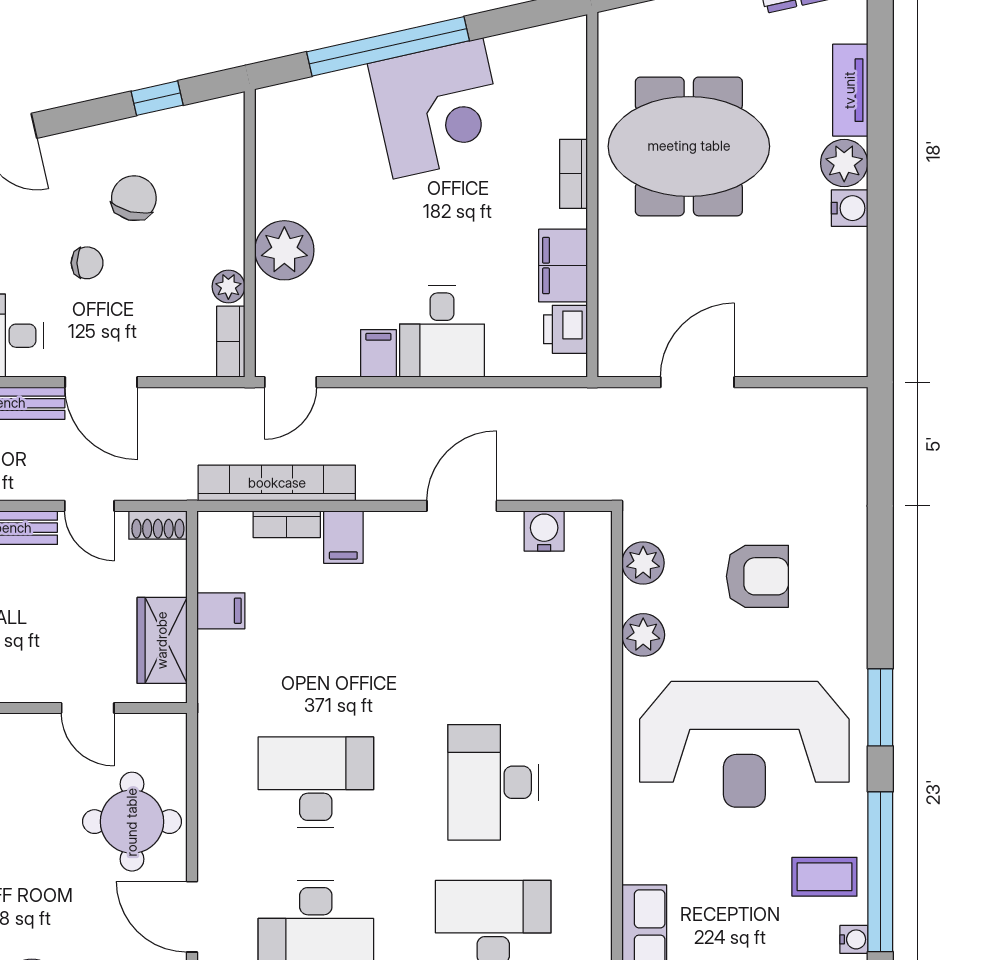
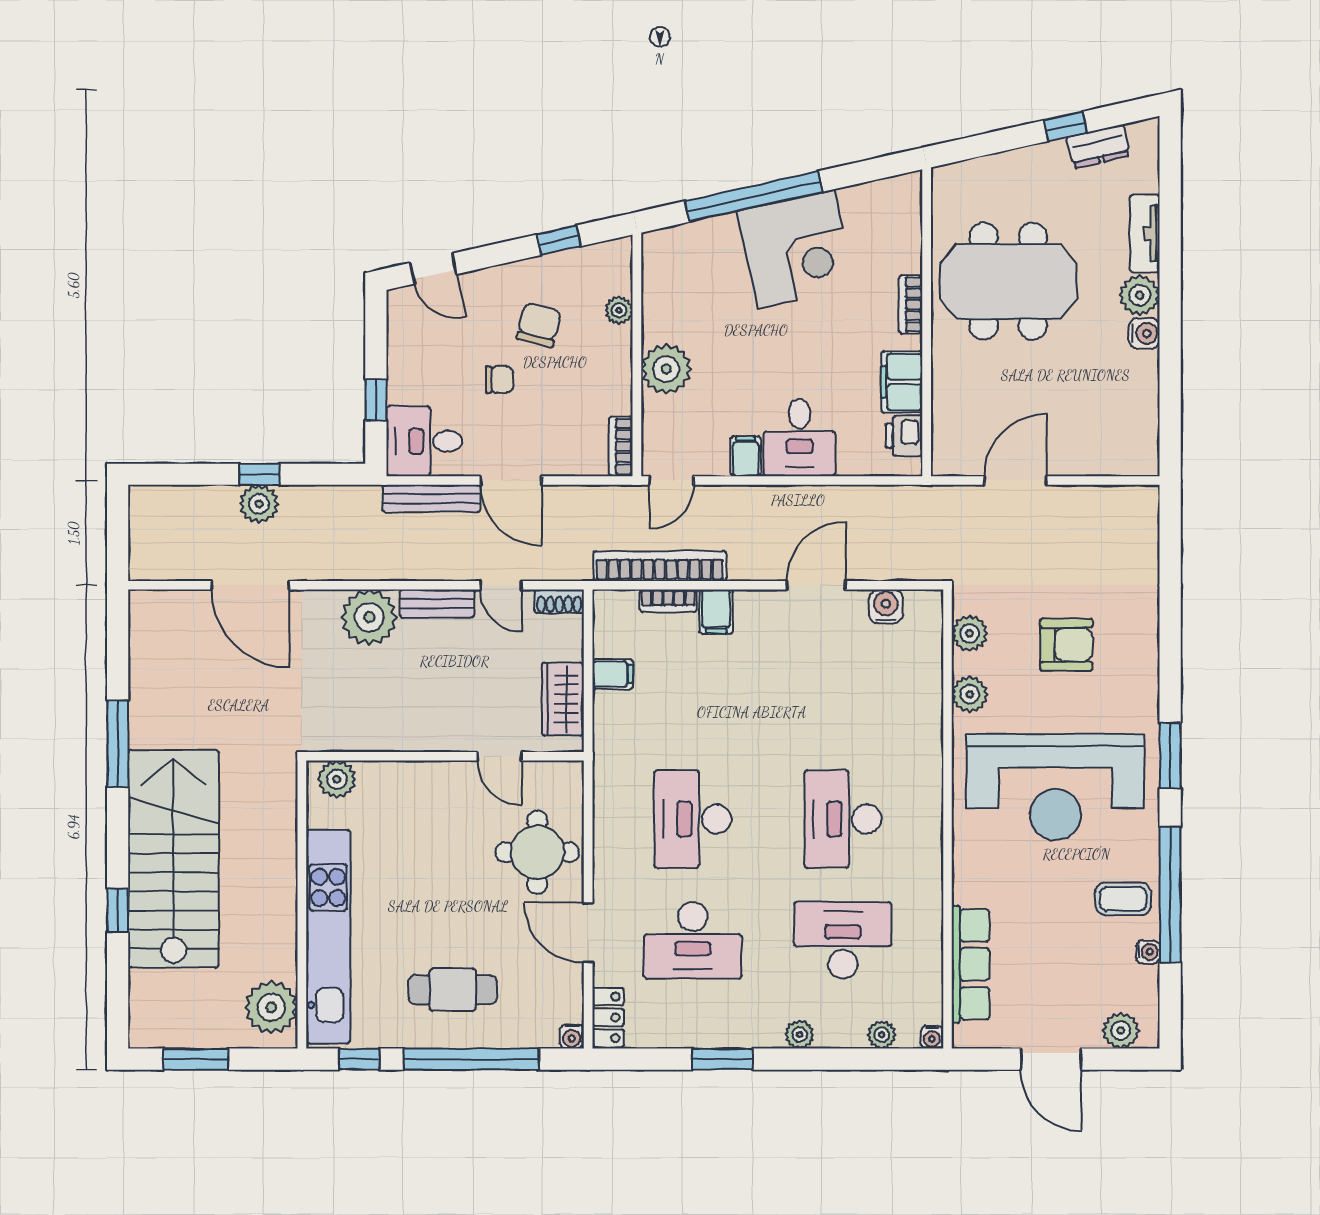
plant: (228, 287) -> (619, 310), moved
desk: (316, 782) -> (693, 819), turned -90

